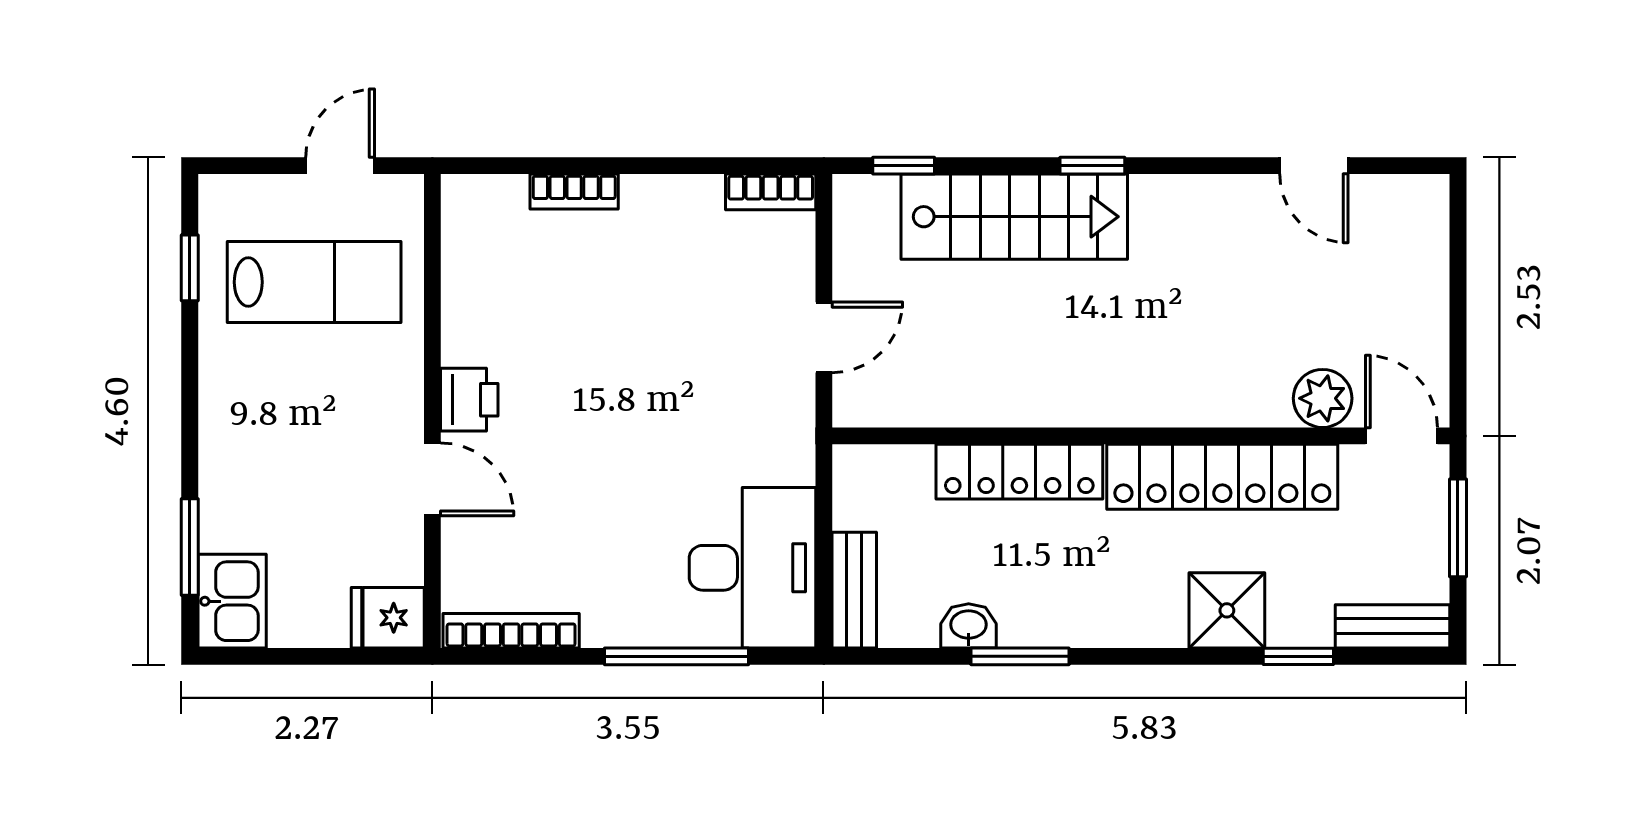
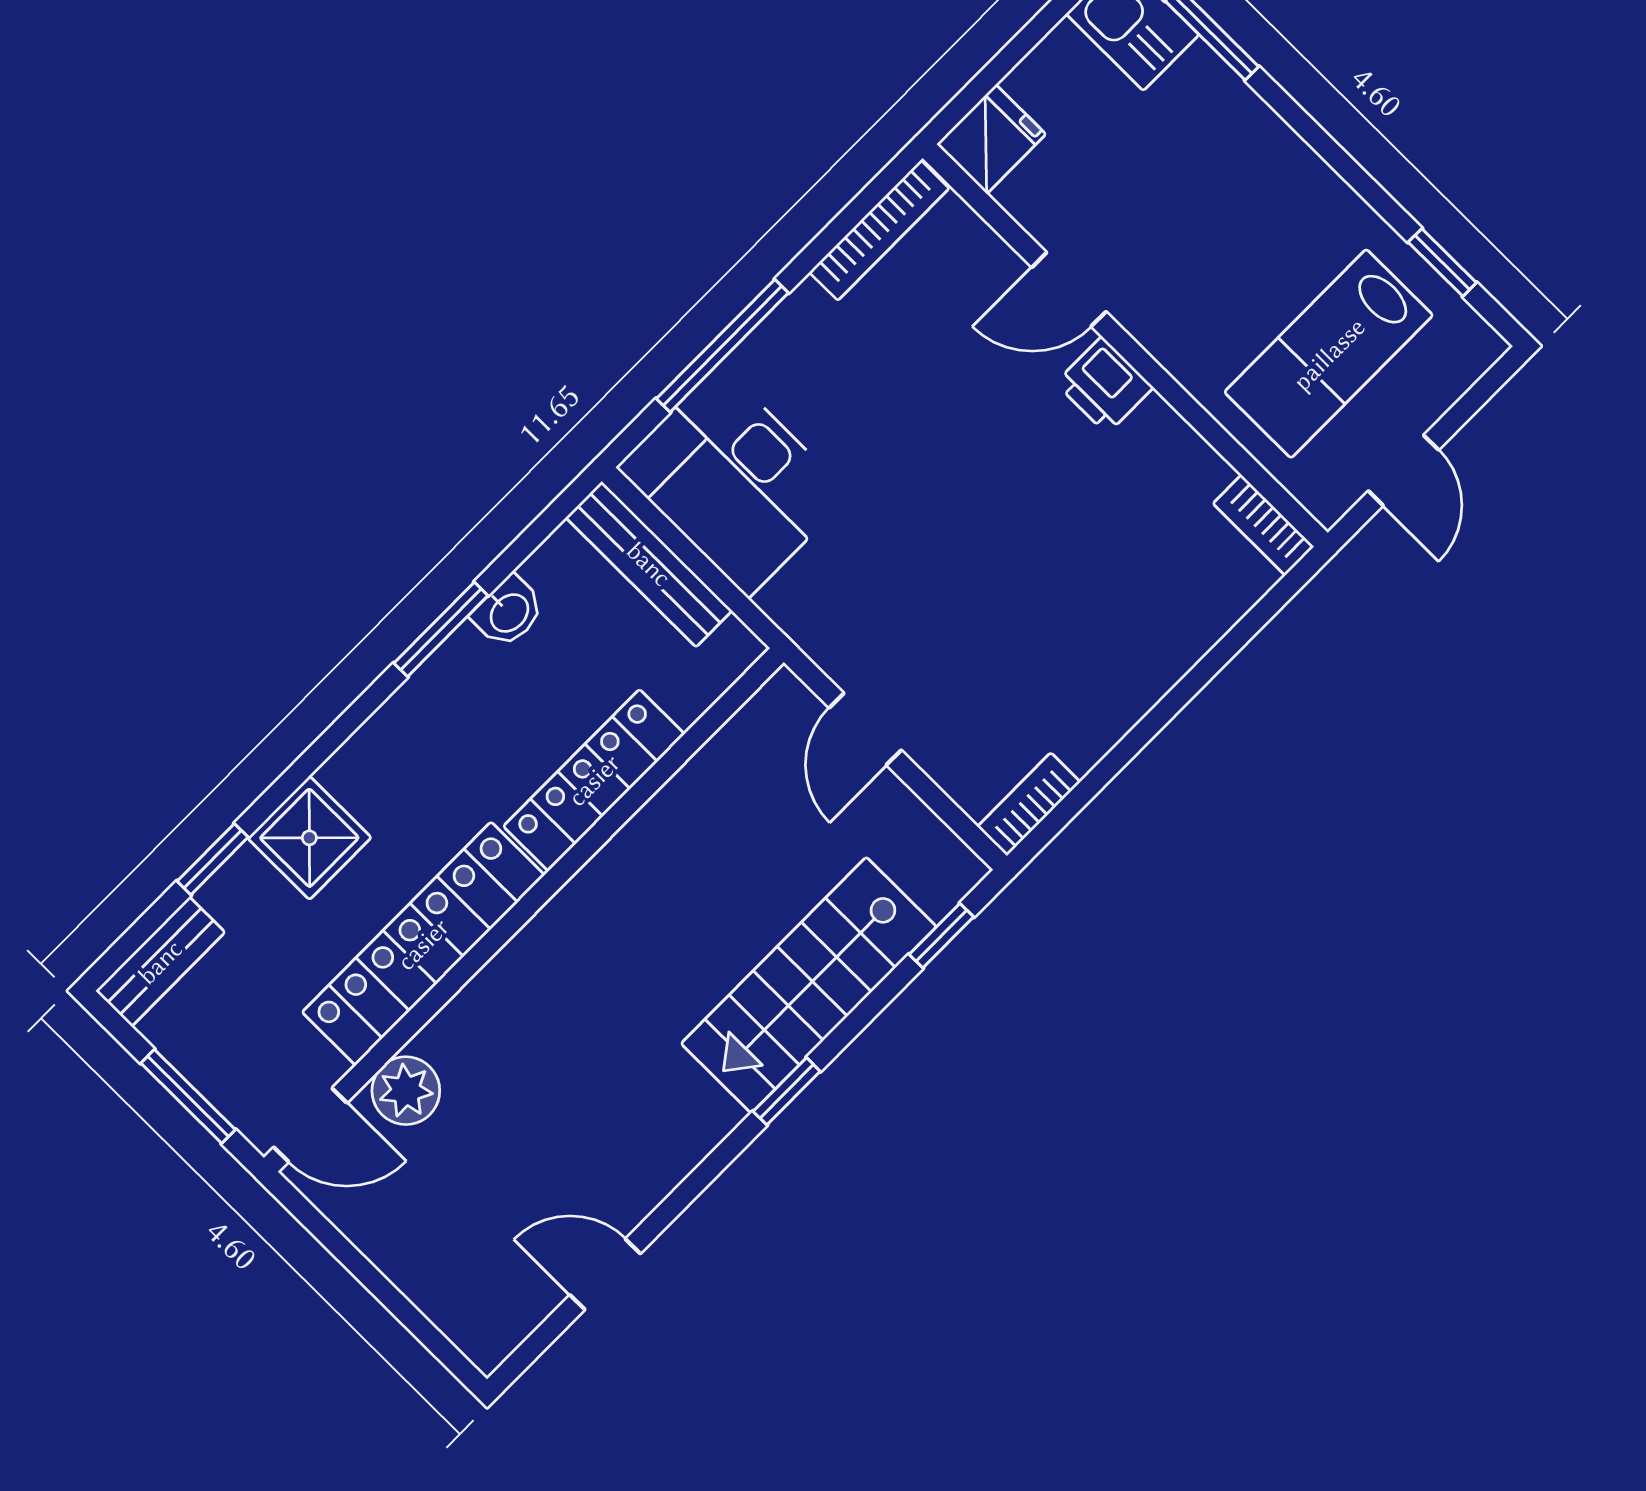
bookcase: (574, 192) -> (1263, 525), moved, turned -90
bench: (854, 590) -> (649, 564), width x1.36

